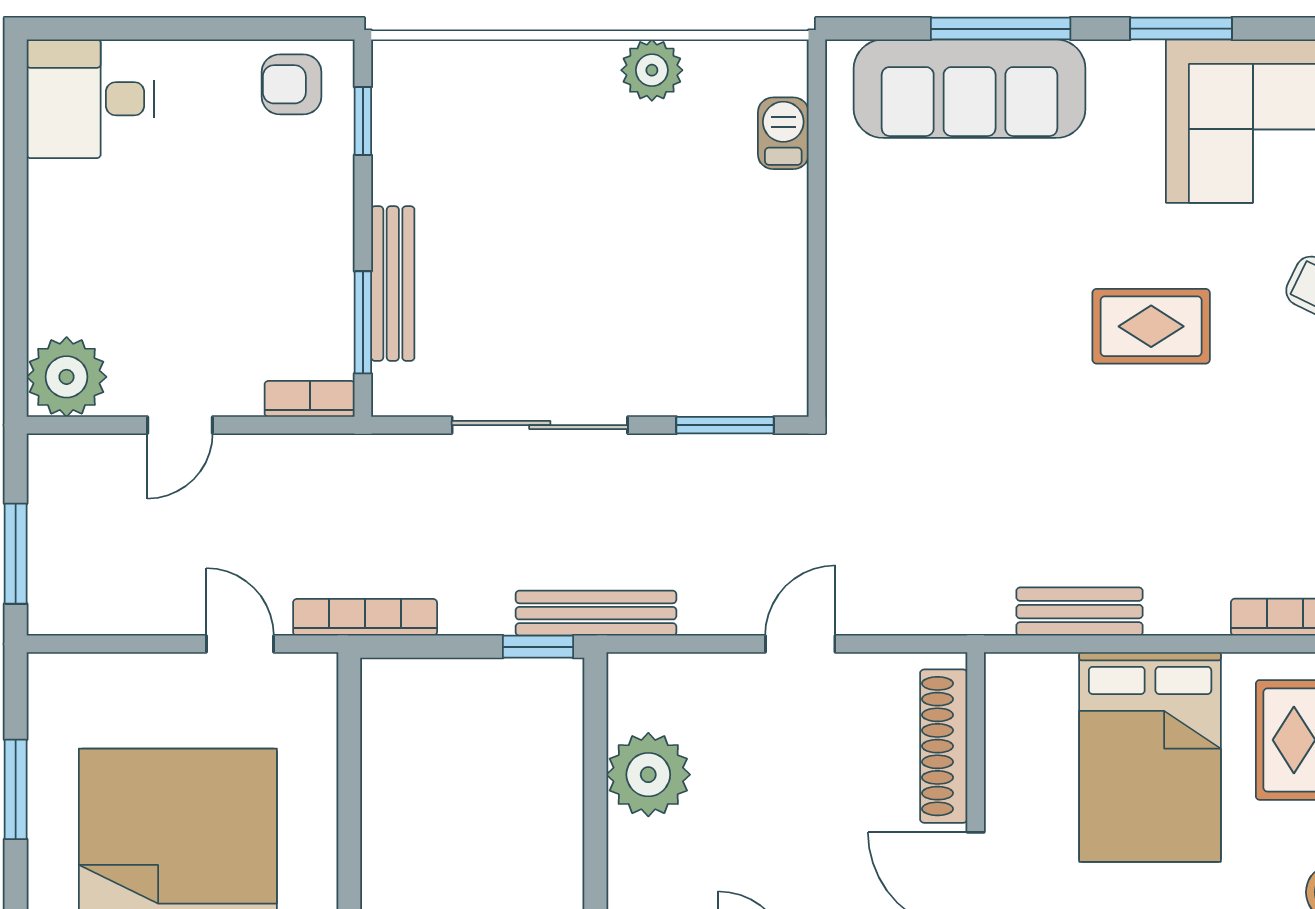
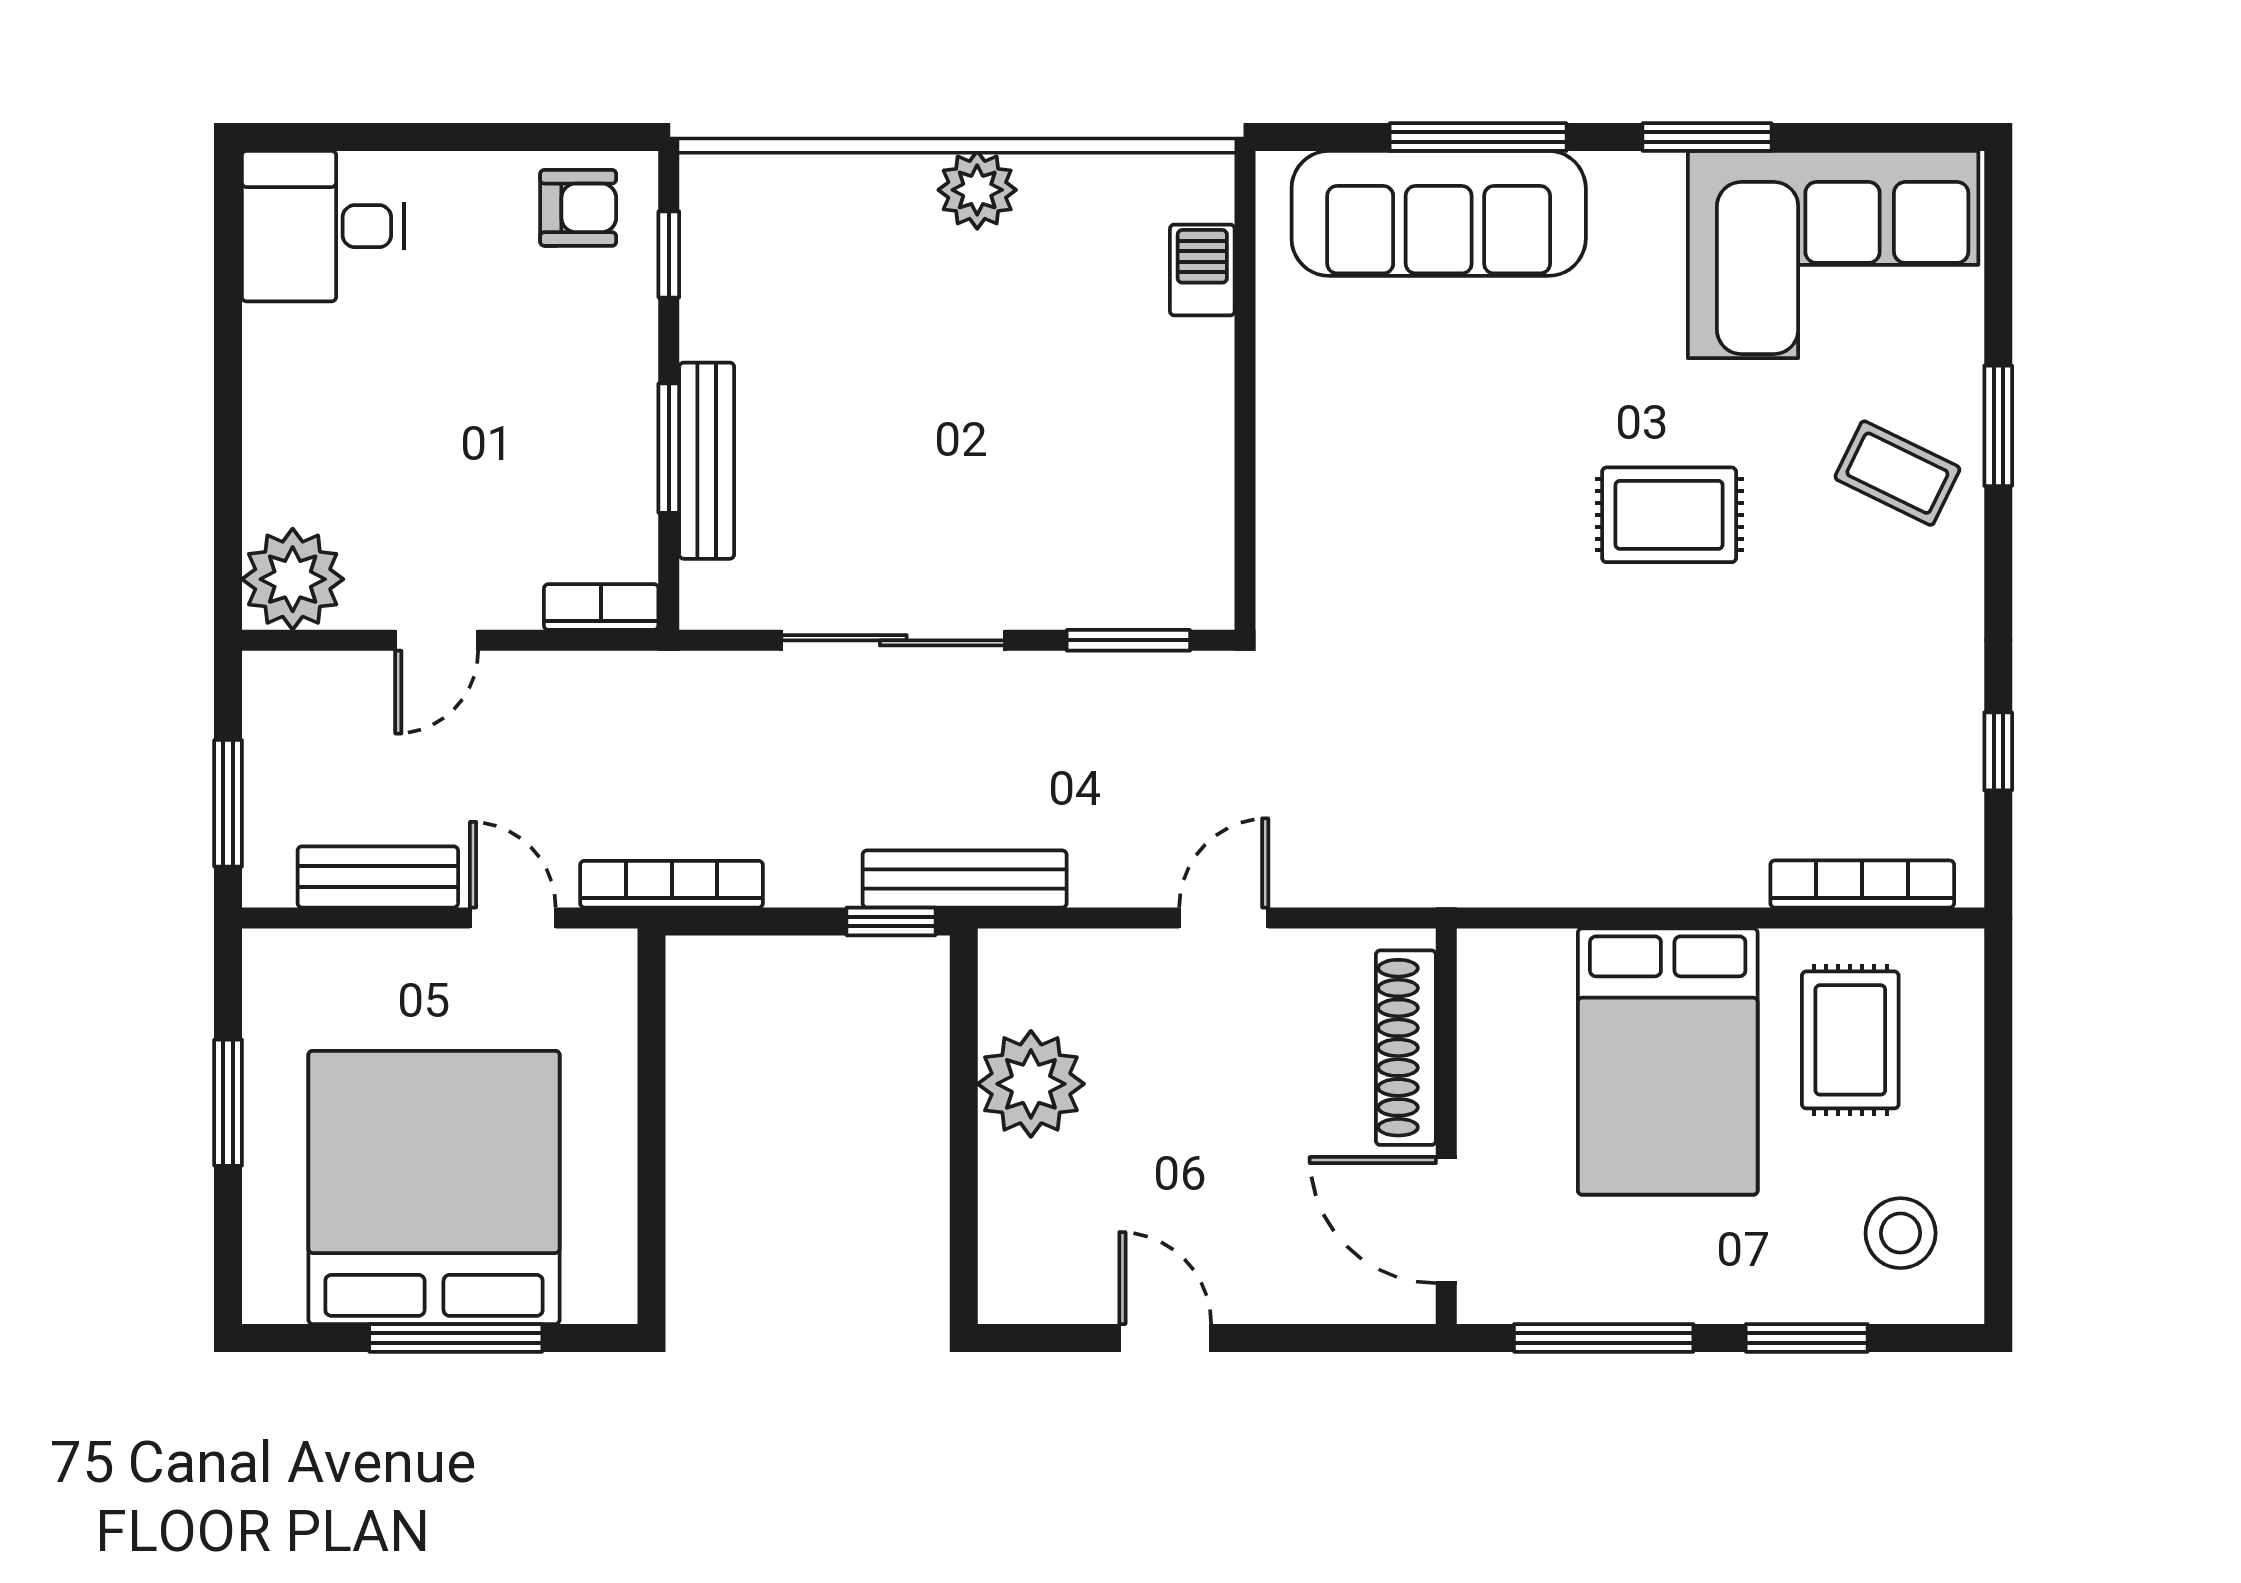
plant: (652, 70) -> (977, 190), moved
armchair: (292, 84) -> (578, 208), turned 180
window: (363, 322) -> (669, 448), moved
bench: (1079, 612) -> (378, 877), moved

